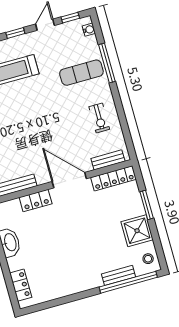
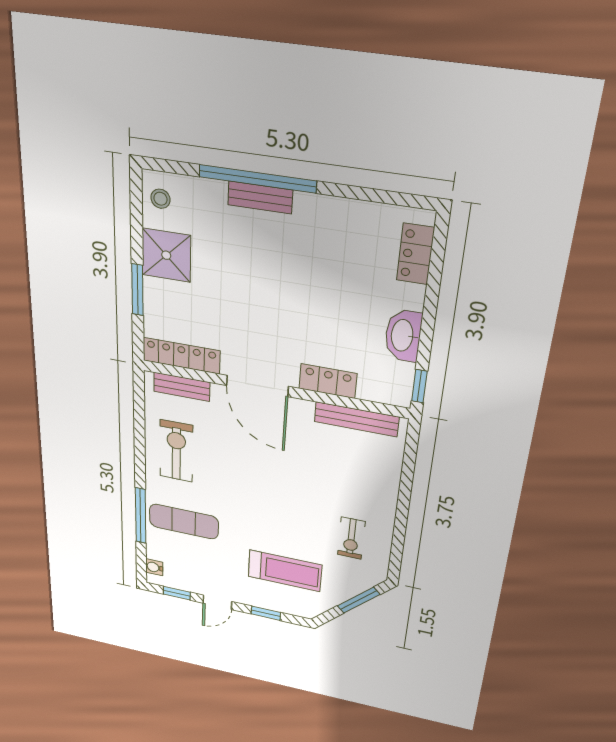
exercise bike: (99, 118) -> (176, 451), width x1.38, depth x1.39
bench: (118, 275) -> (260, 197), moved
window: (128, 282) -> (257, 179), moved

